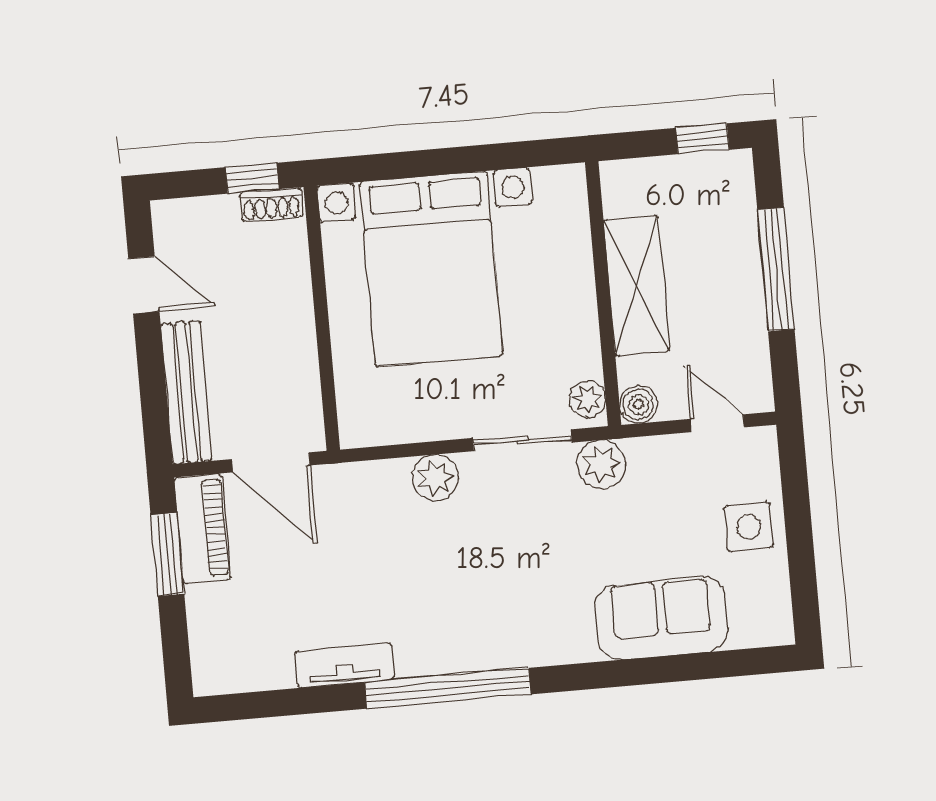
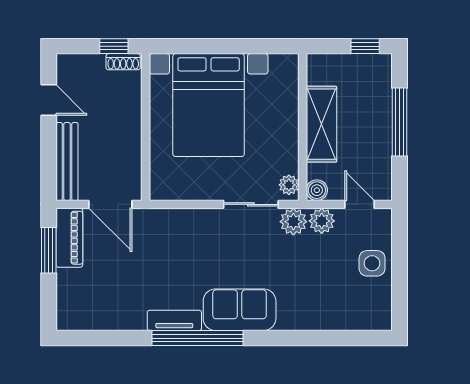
plant: (435, 478) -> (322, 221), moved
sofa: (662, 618) -> (240, 310), moved
tv unit: (344, 665) -> (174, 320), moved

